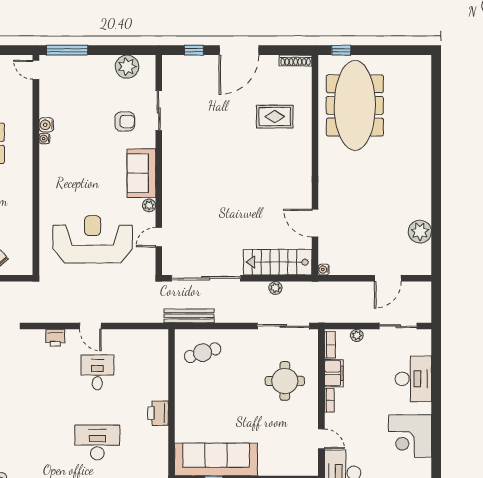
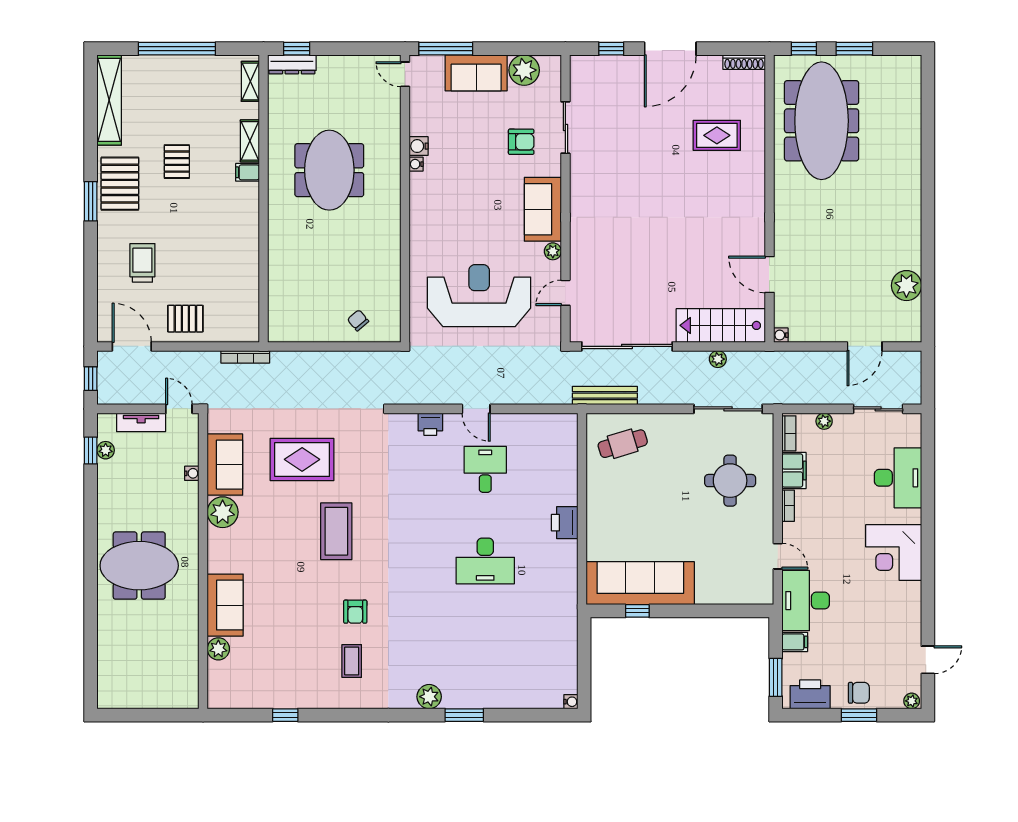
window: (380, 50) -> (854, 49), added
sofa: (90, 69) -> (476, 73), added
desk: (97, 442) -> (485, 561), turned 180

